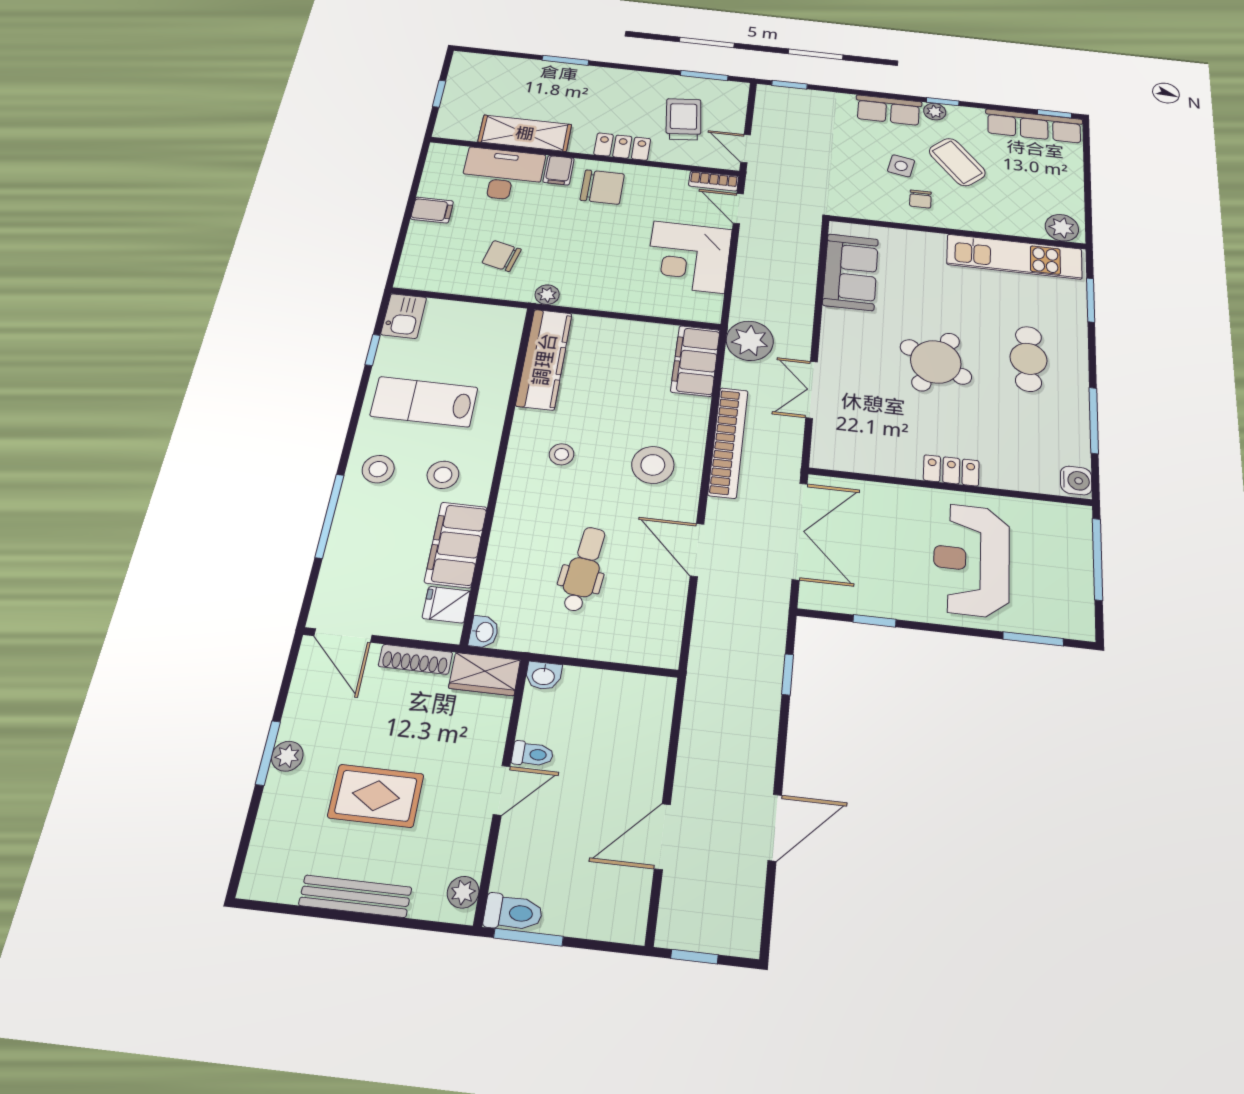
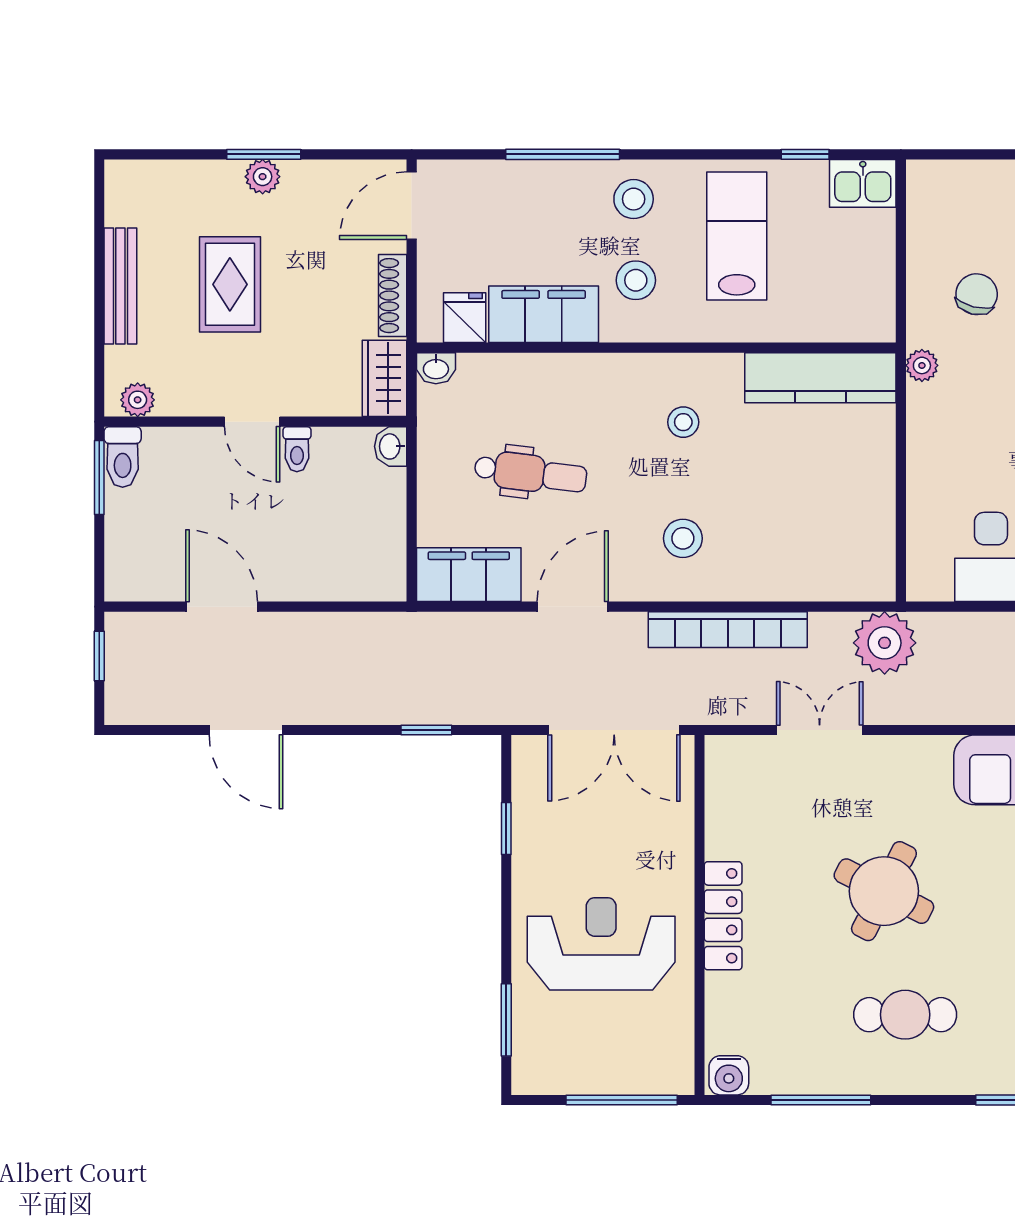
filing cabinet: (695, 361) -> (469, 575), moved
stool: (653, 465) -> (683, 538), width x0.73, depth x0.73
locker: (951, 470) -> (723, 916), width x1.53

